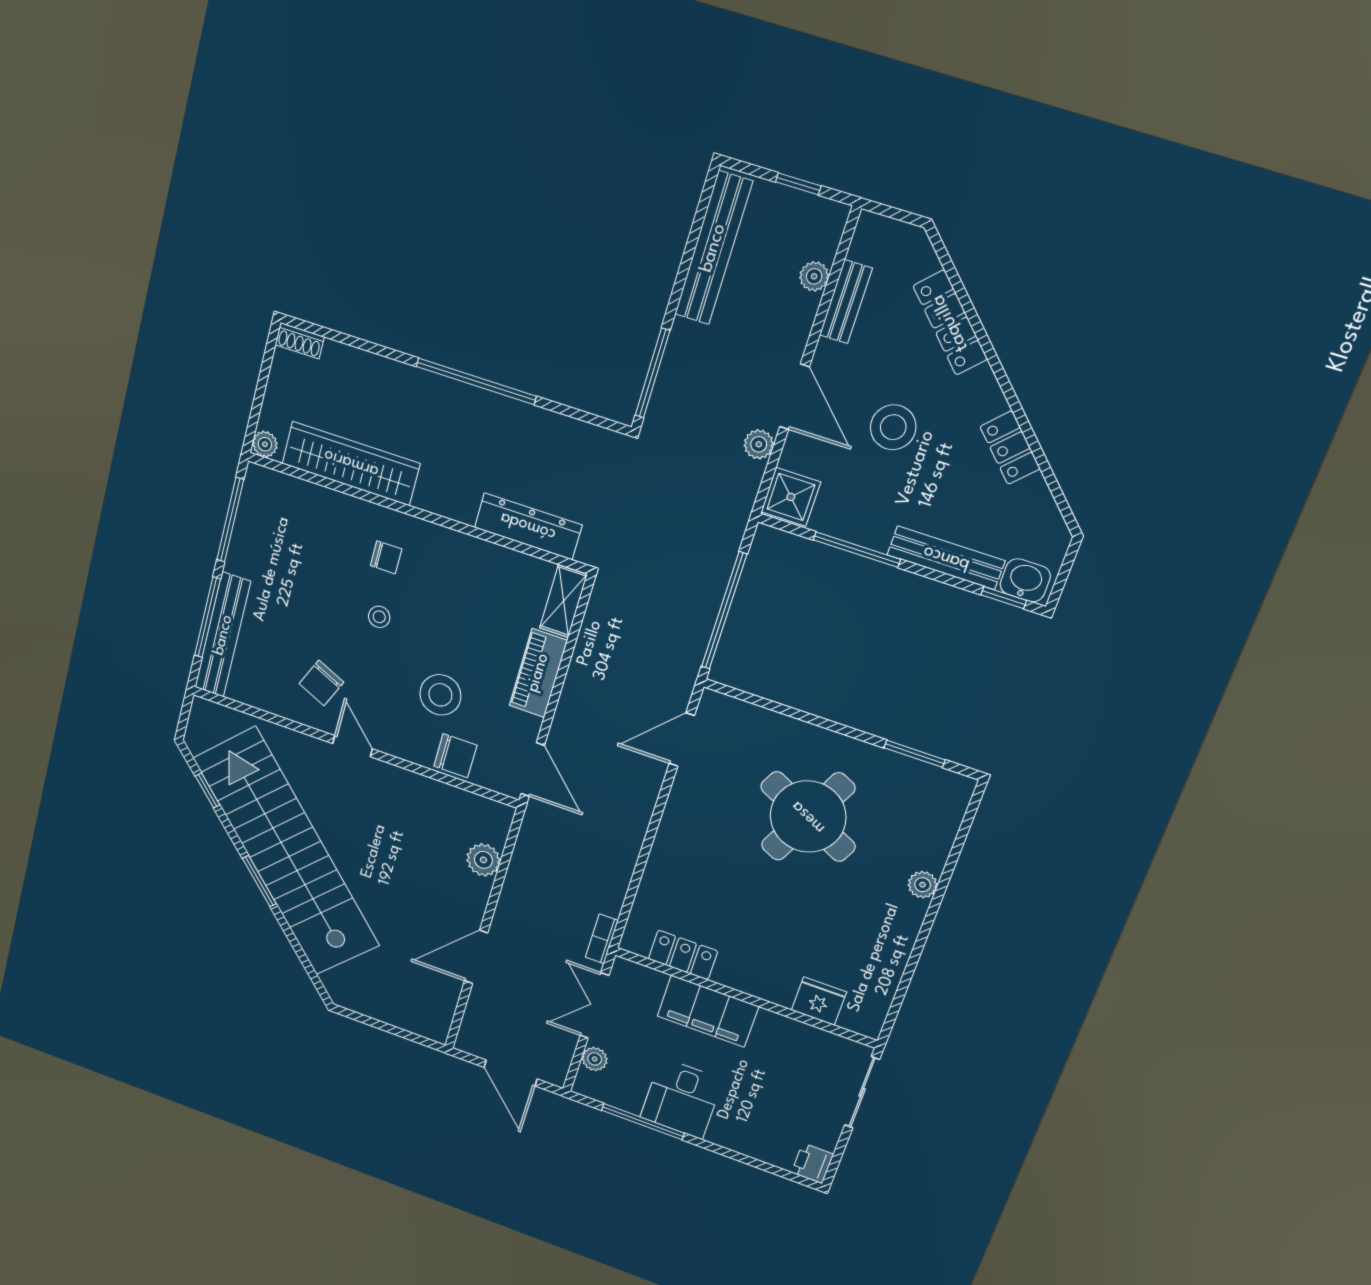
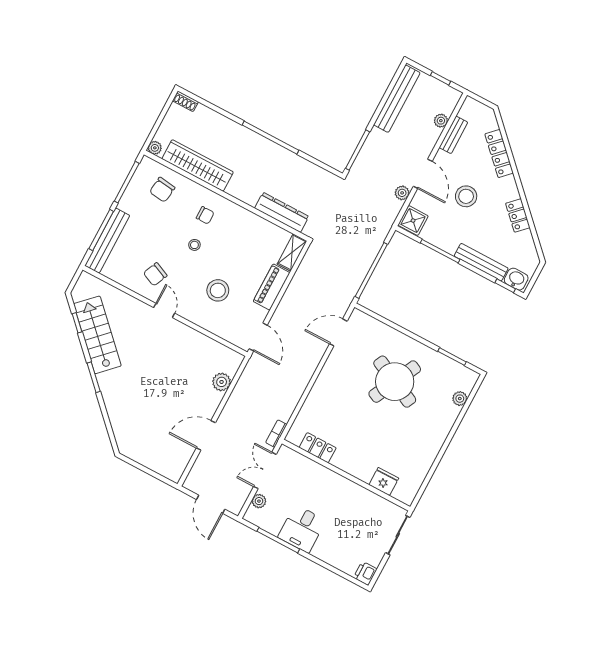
chair: (455, 756) -> (162, 190), moved, turned 97
stairs: (287, 852) -> (97, 335), width x0.54, depth x0.66
plant: (923, 885) -> (460, 399), moved
filing cabinet: (708, 1011) -> (325, 481), removed

